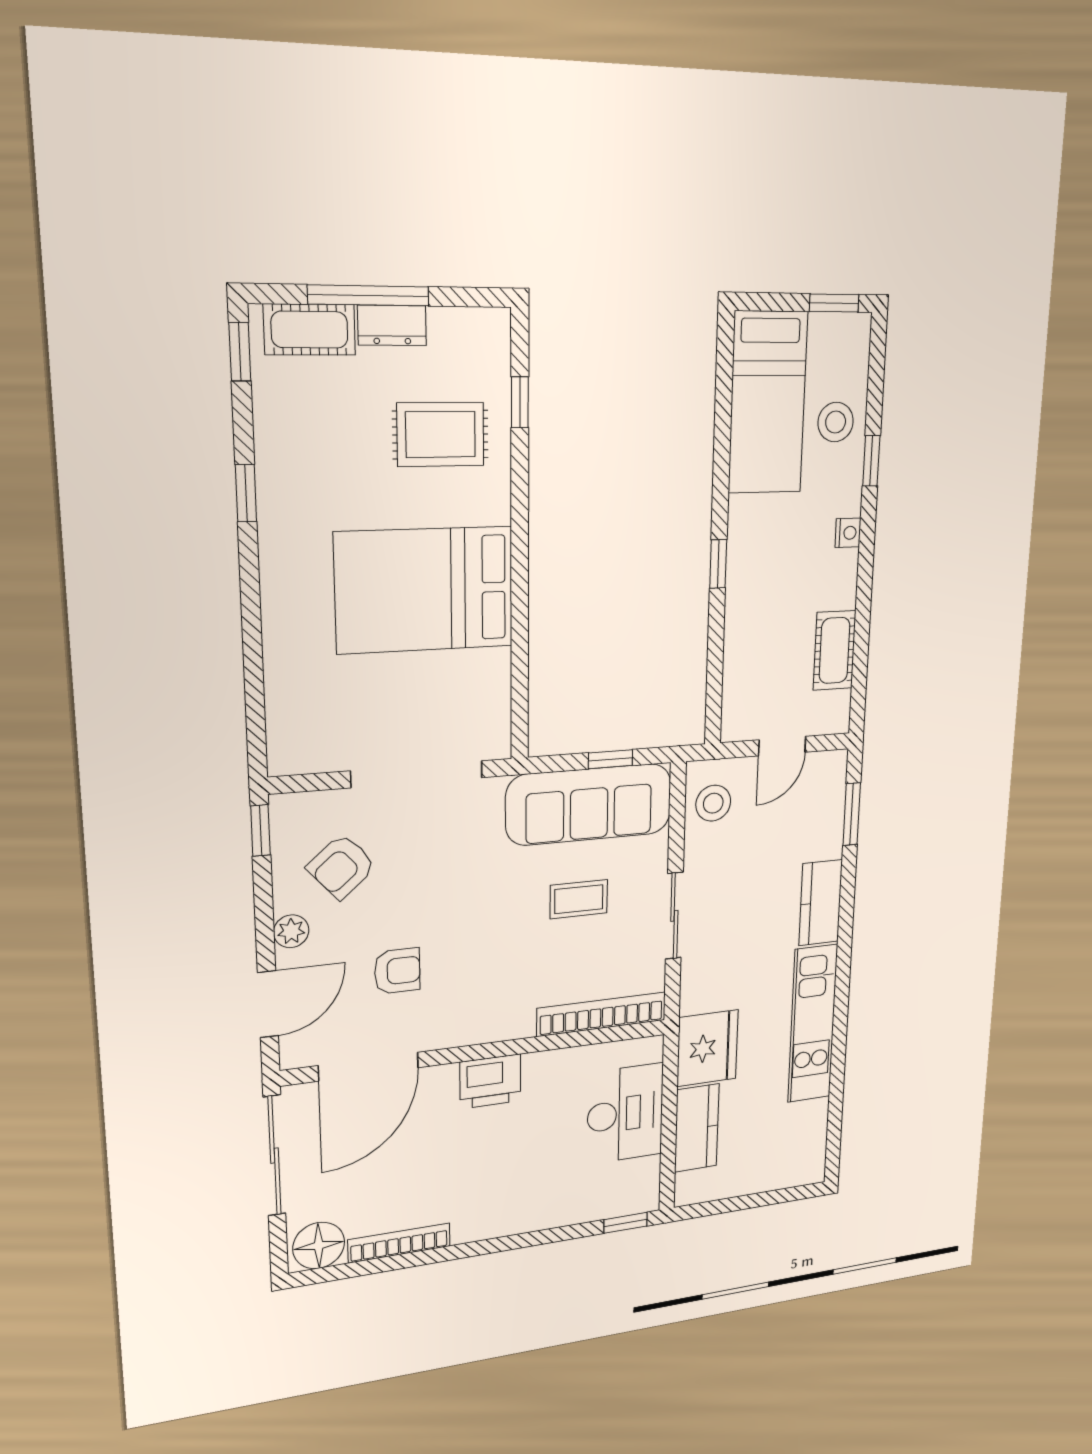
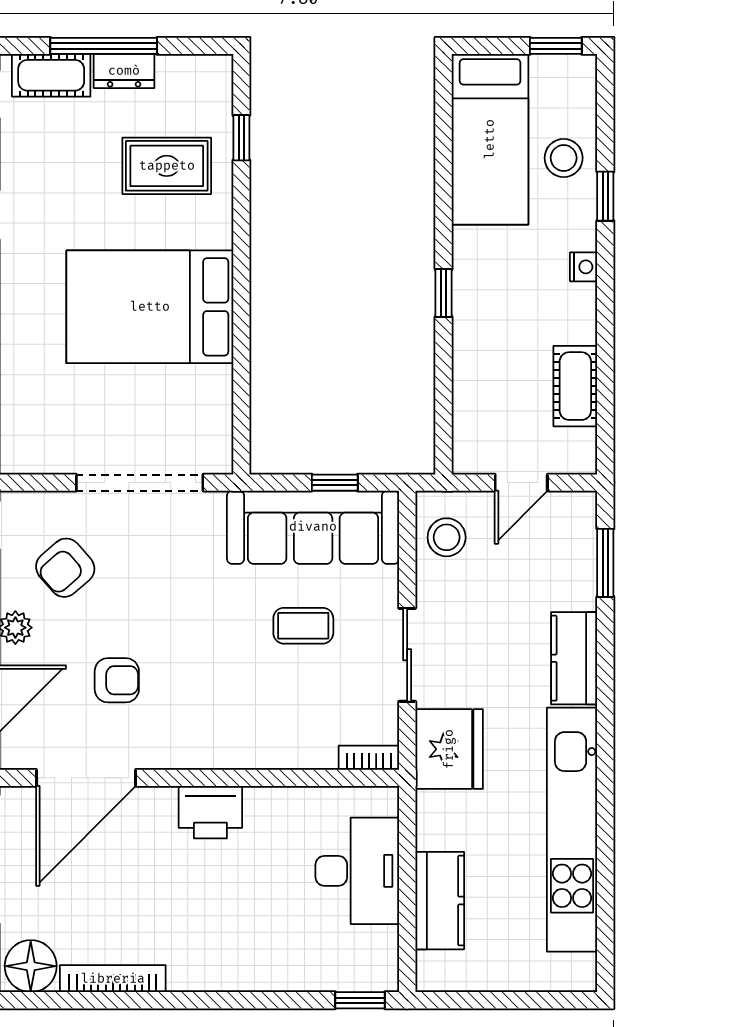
bookcase: (602, 1014) -> (369, 758), width x0.43, depth x0.76
kitchen unit: (813, 1024) -> (572, 830), width x1.36
fridge: (707, 1048) -> (449, 749), moved

